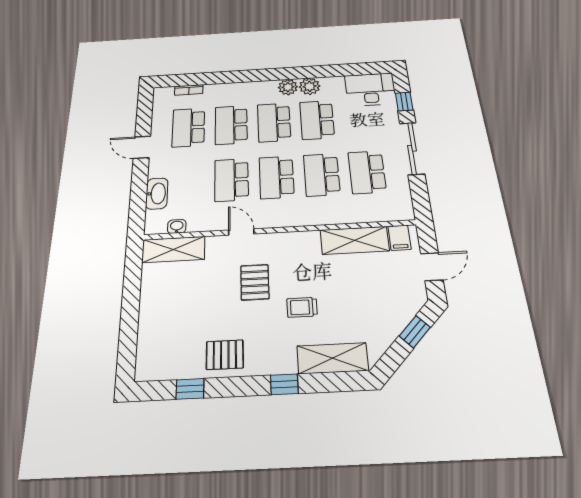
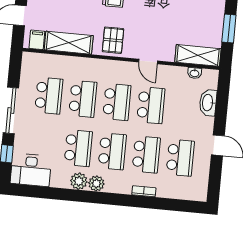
bookcase: (189, 90) -> (144, 191), moved
pallet: (255, 282) -> (113, 40), moved
window: (131, 292) -> (229, 28), added

